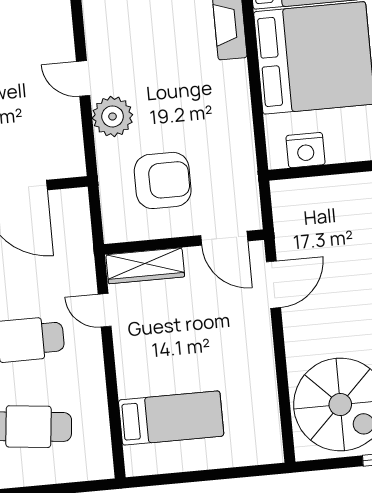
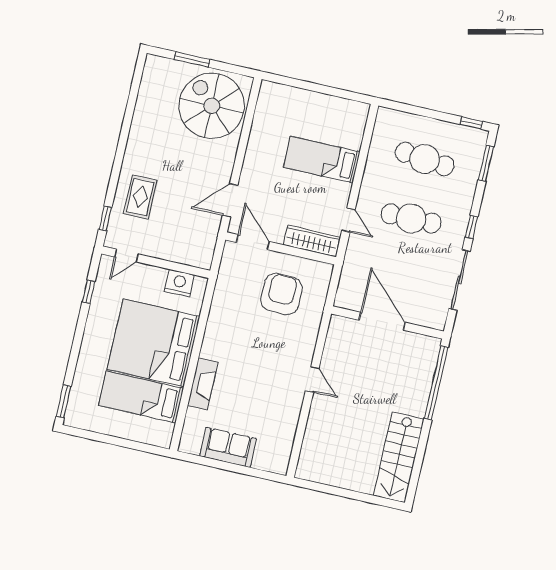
plant: (113, 116) -> (301, 348), removed
armchair: (163, 180) -> (281, 294), turned 91
bed: (171, 418) -> (322, 160), moved

